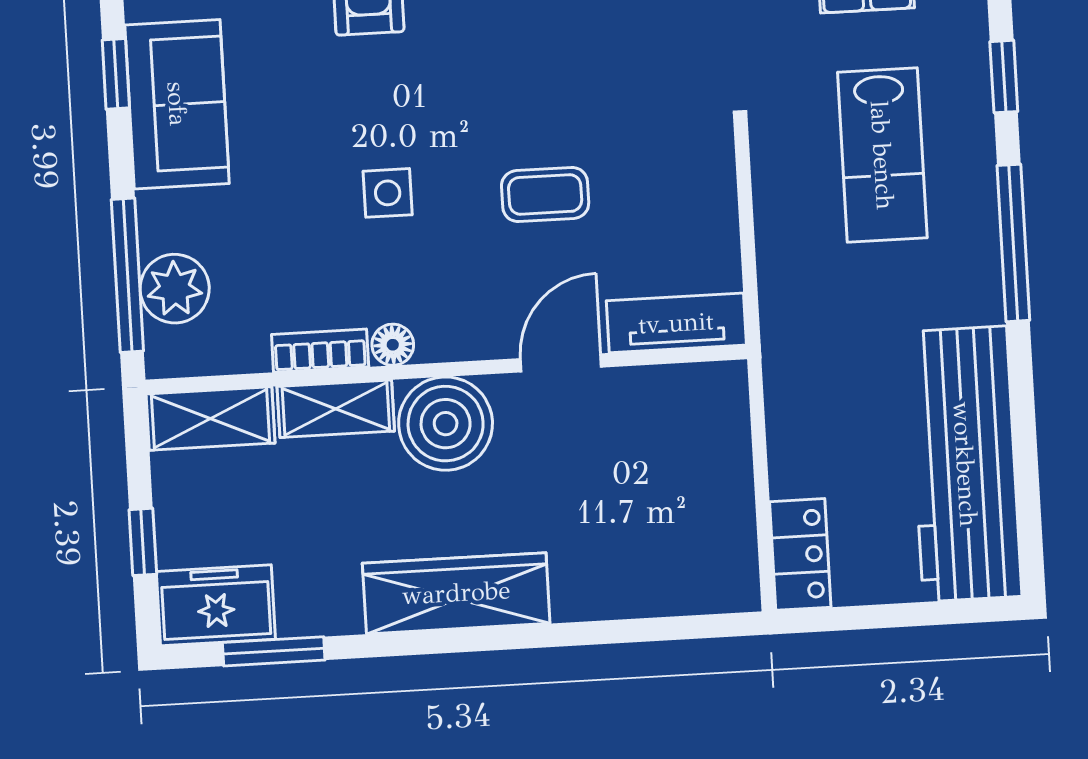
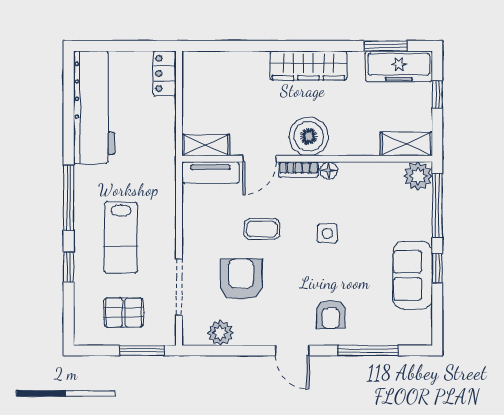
armchair: (588, 71) -> (241, 279), added
window: (116, 74) -> (437, 268), moved
lab bench: (882, 155) -> (121, 237), turned 180
plant: (175, 289) -> (418, 176), moved
bookcase: (320, 351) -> (298, 170), moved
shelving: (336, 409) -> (206, 145), moved
freezer: (216, 605) -> (399, 66), width x1.40

